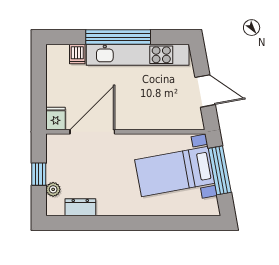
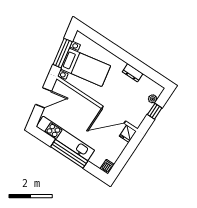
dishwasher: (77, 54) -> (107, 167), moved
door: (205, 91) -> (43, 98), swing flipped
dresser: (80, 207) -> (133, 73), moved

